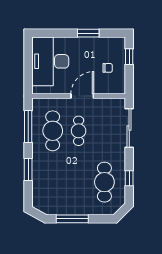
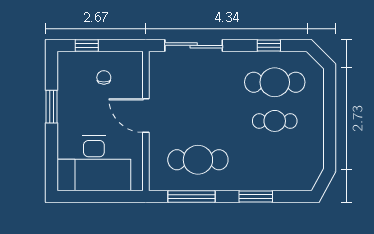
cafe table: (79, 131) -> (275, 121), moved
window: (72, 219) -> (330, 131), removed

